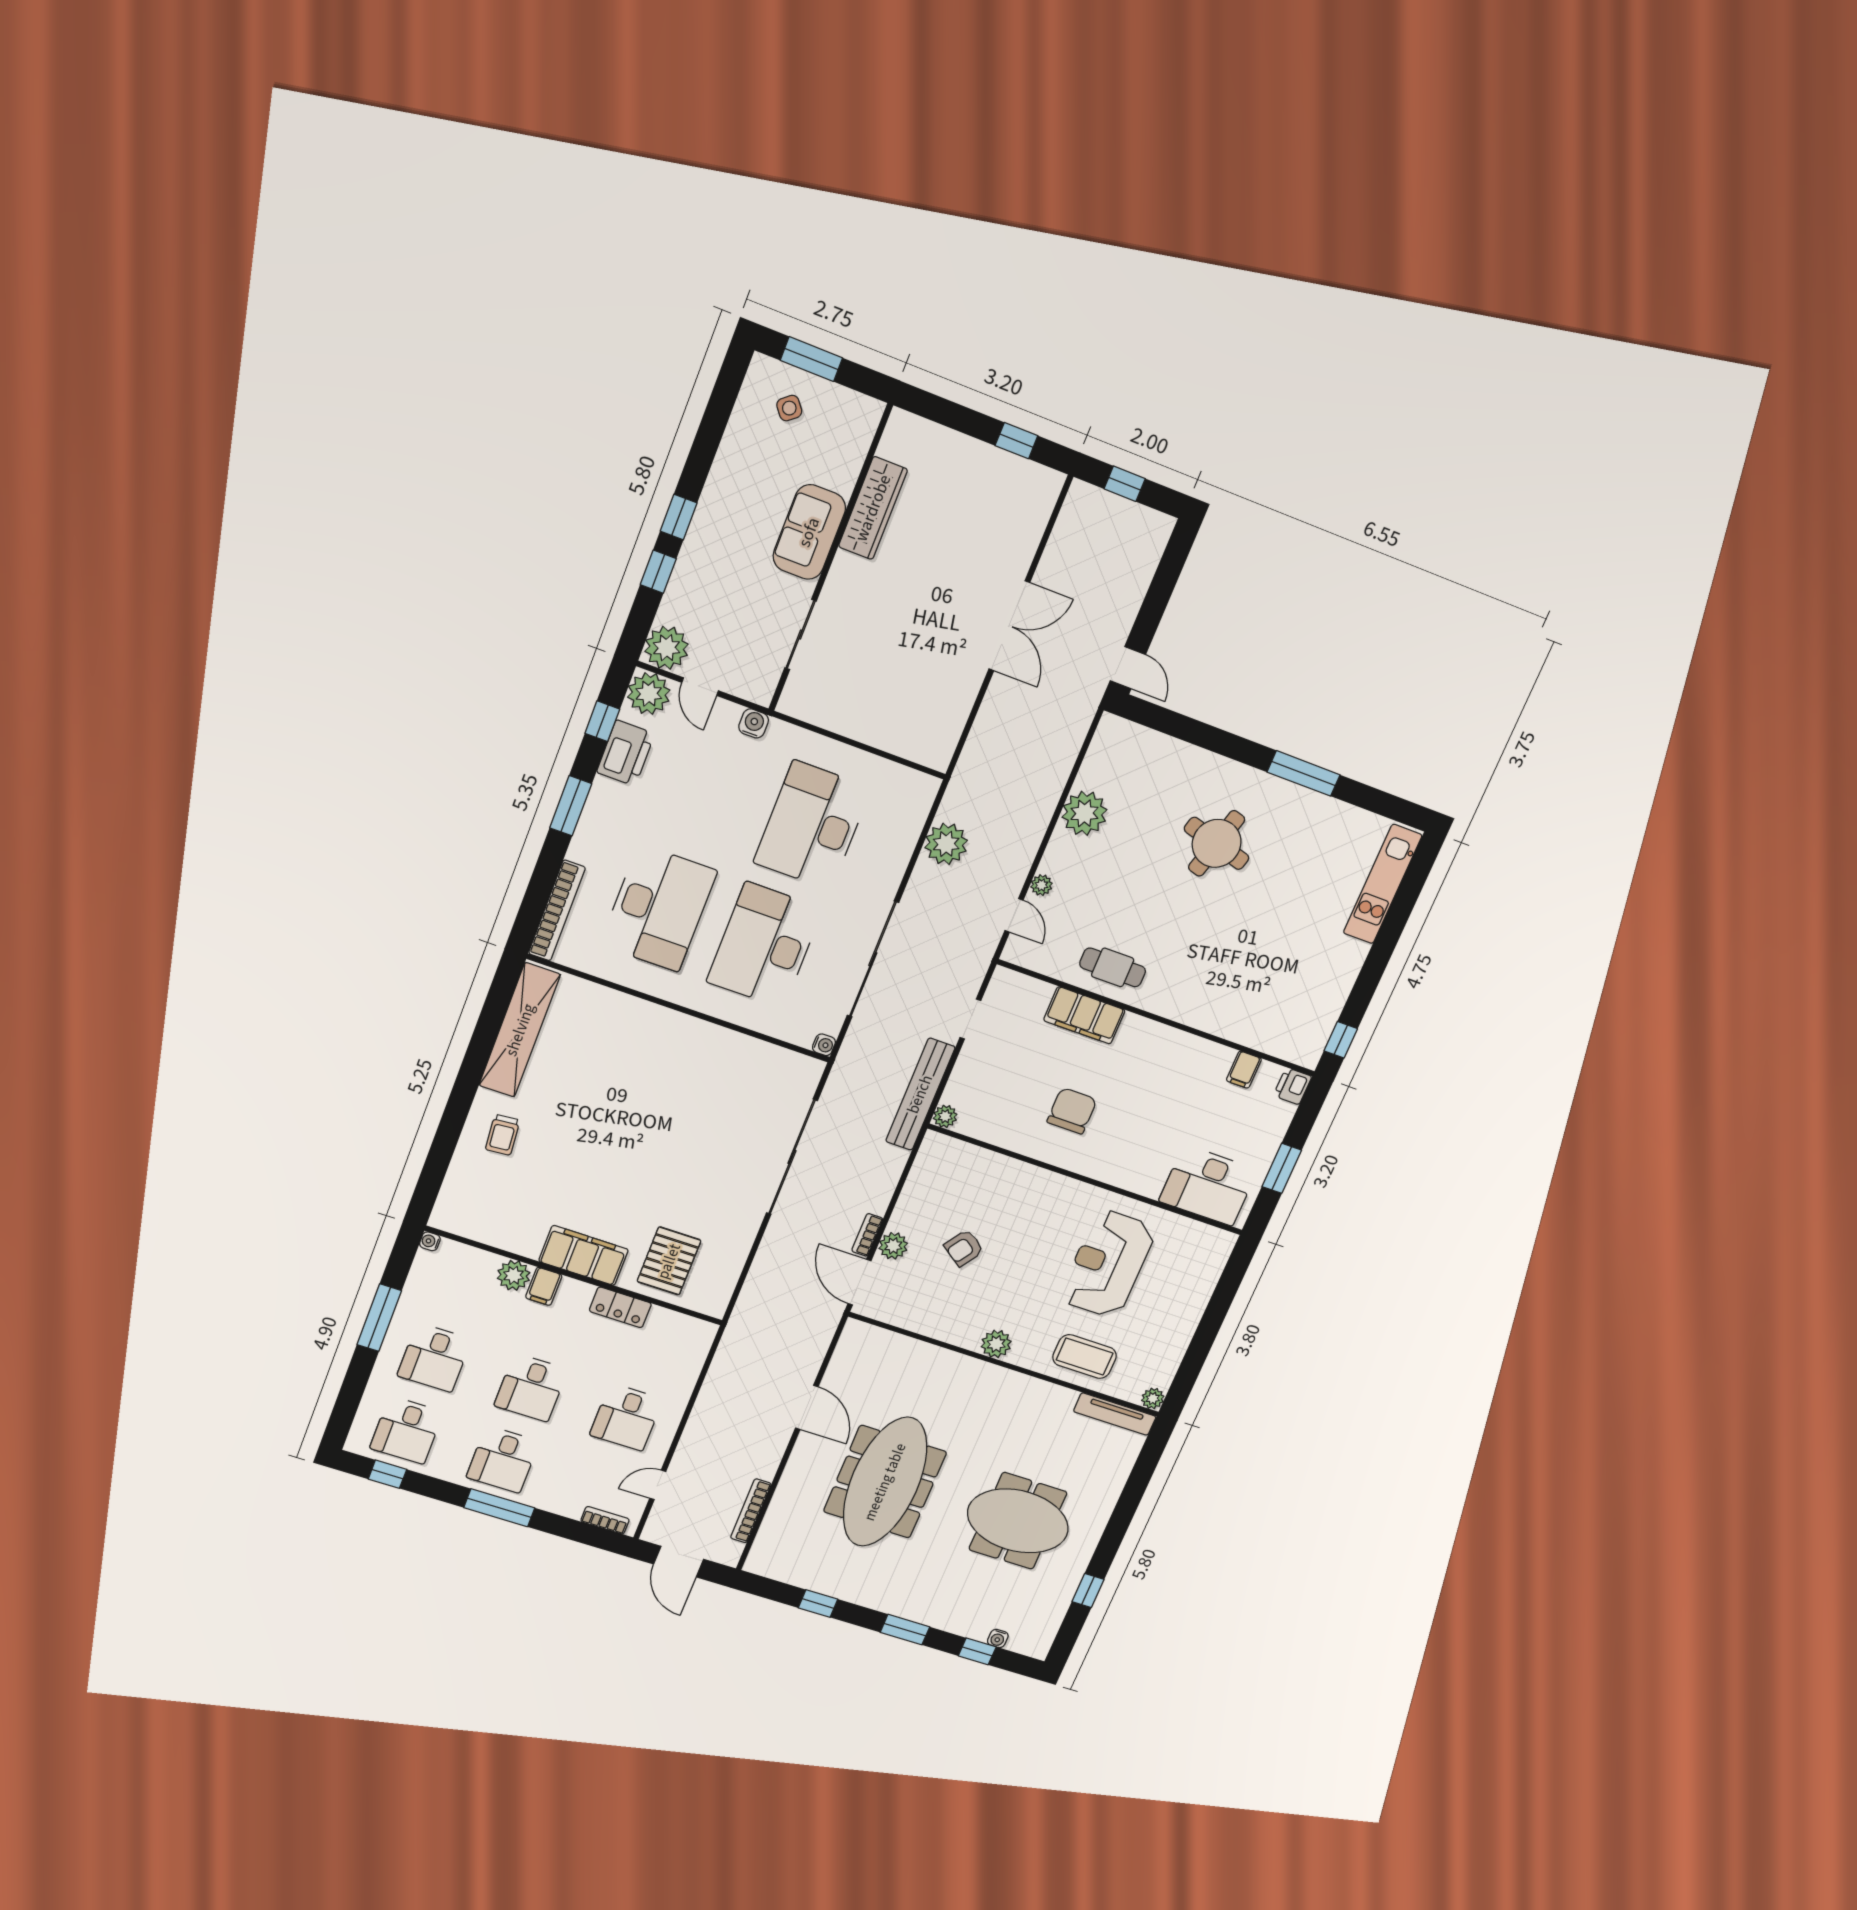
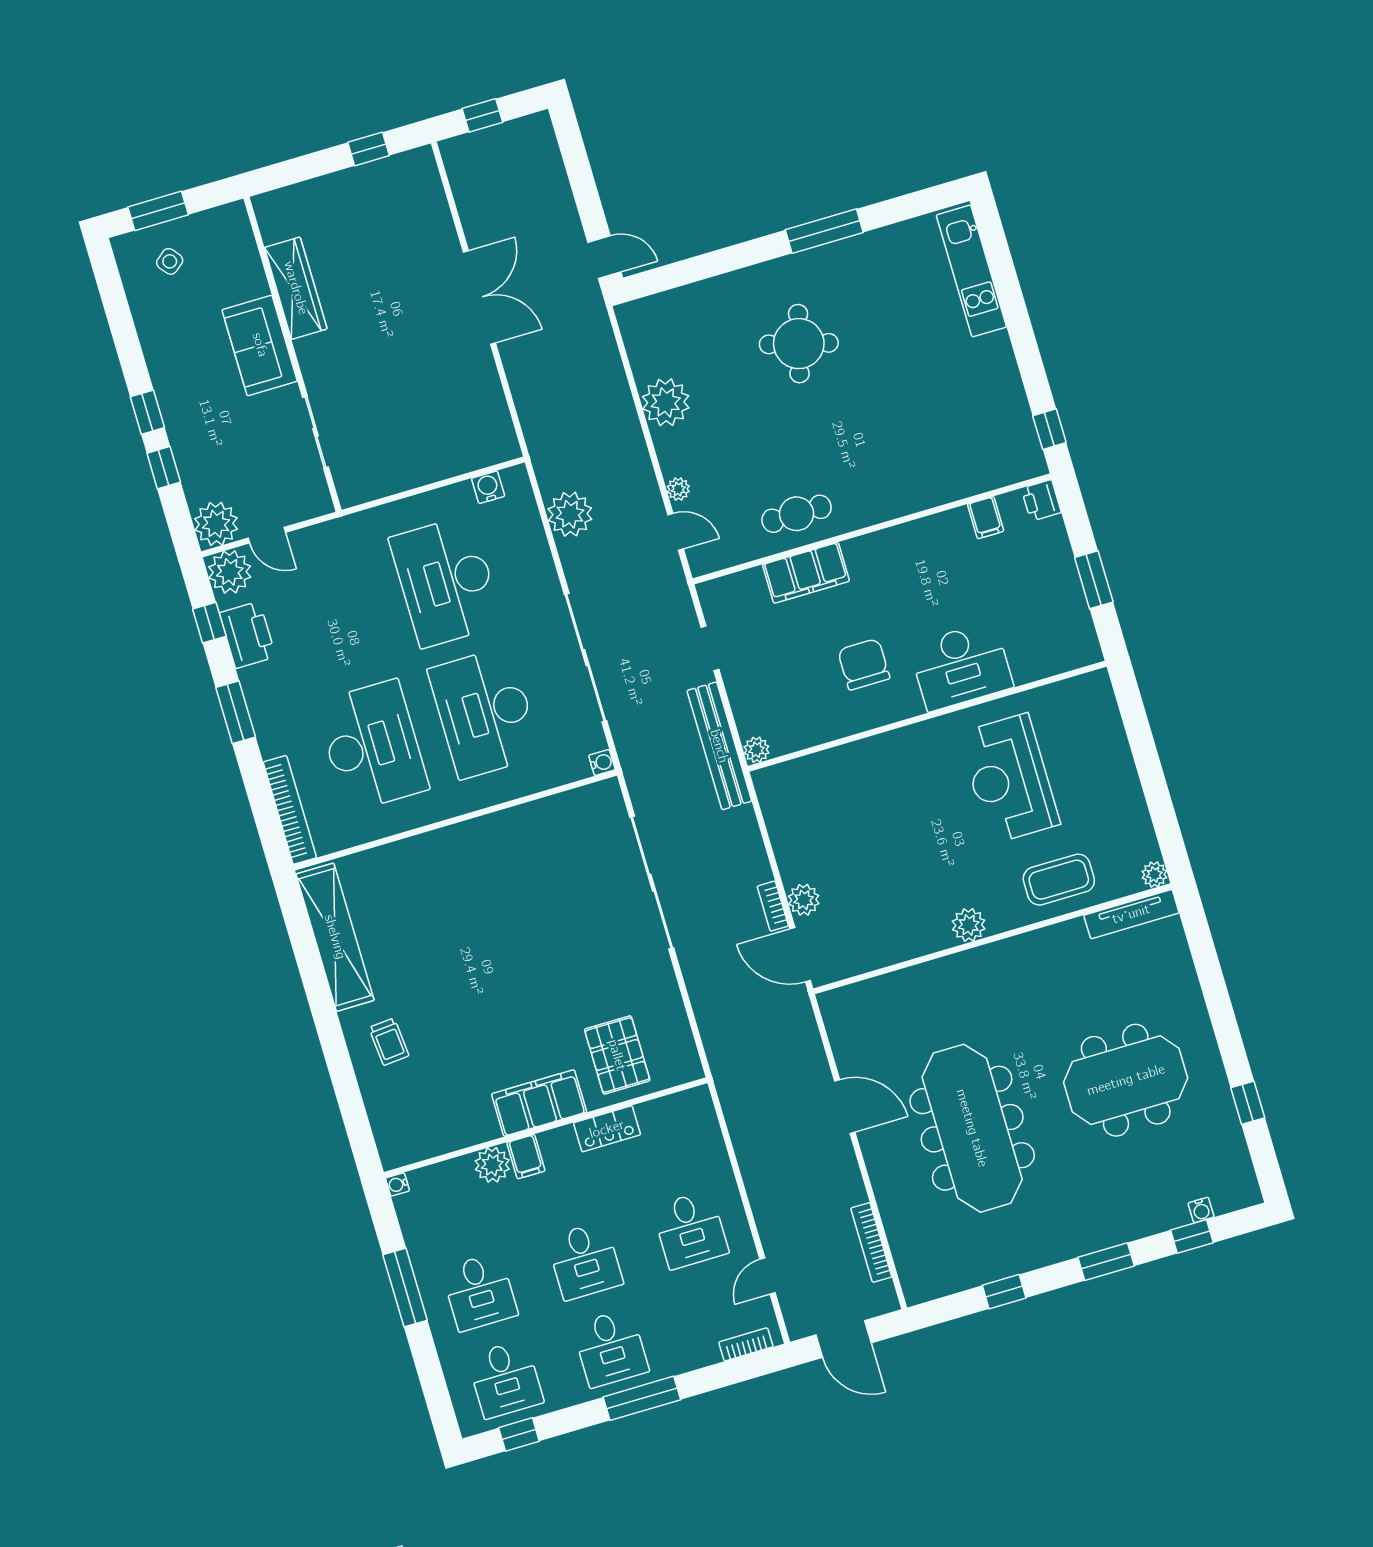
water cooler: (754, 723) -> (488, 487), moved
desk: (1208, 1185) -> (961, 666), moved
armchair: (964, 1248) -> (868, 857), removed

